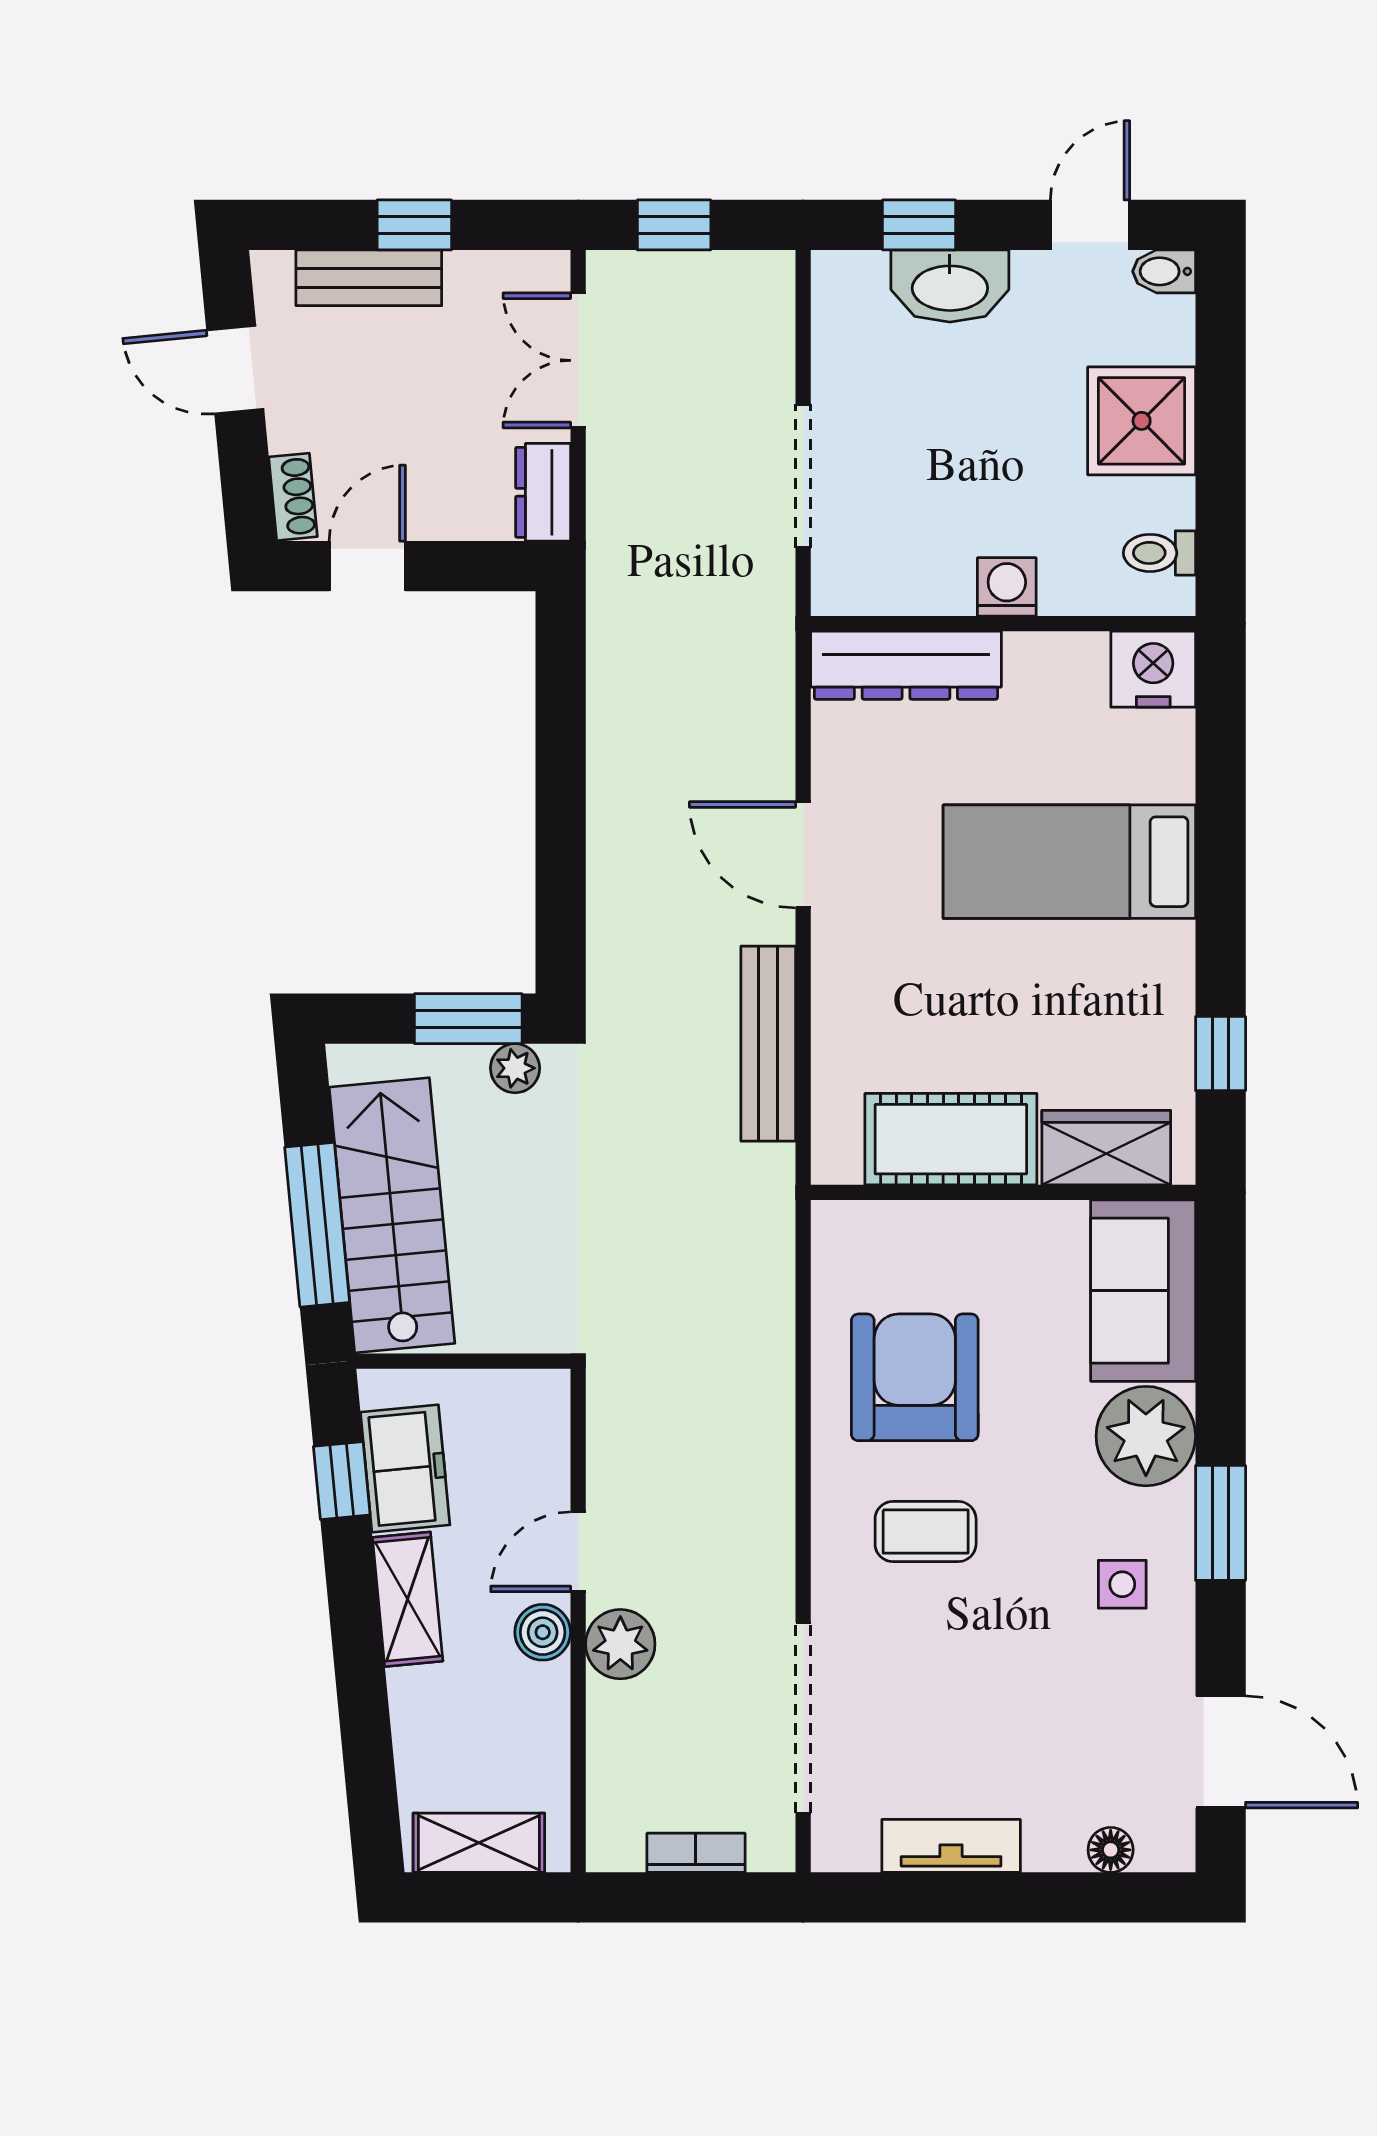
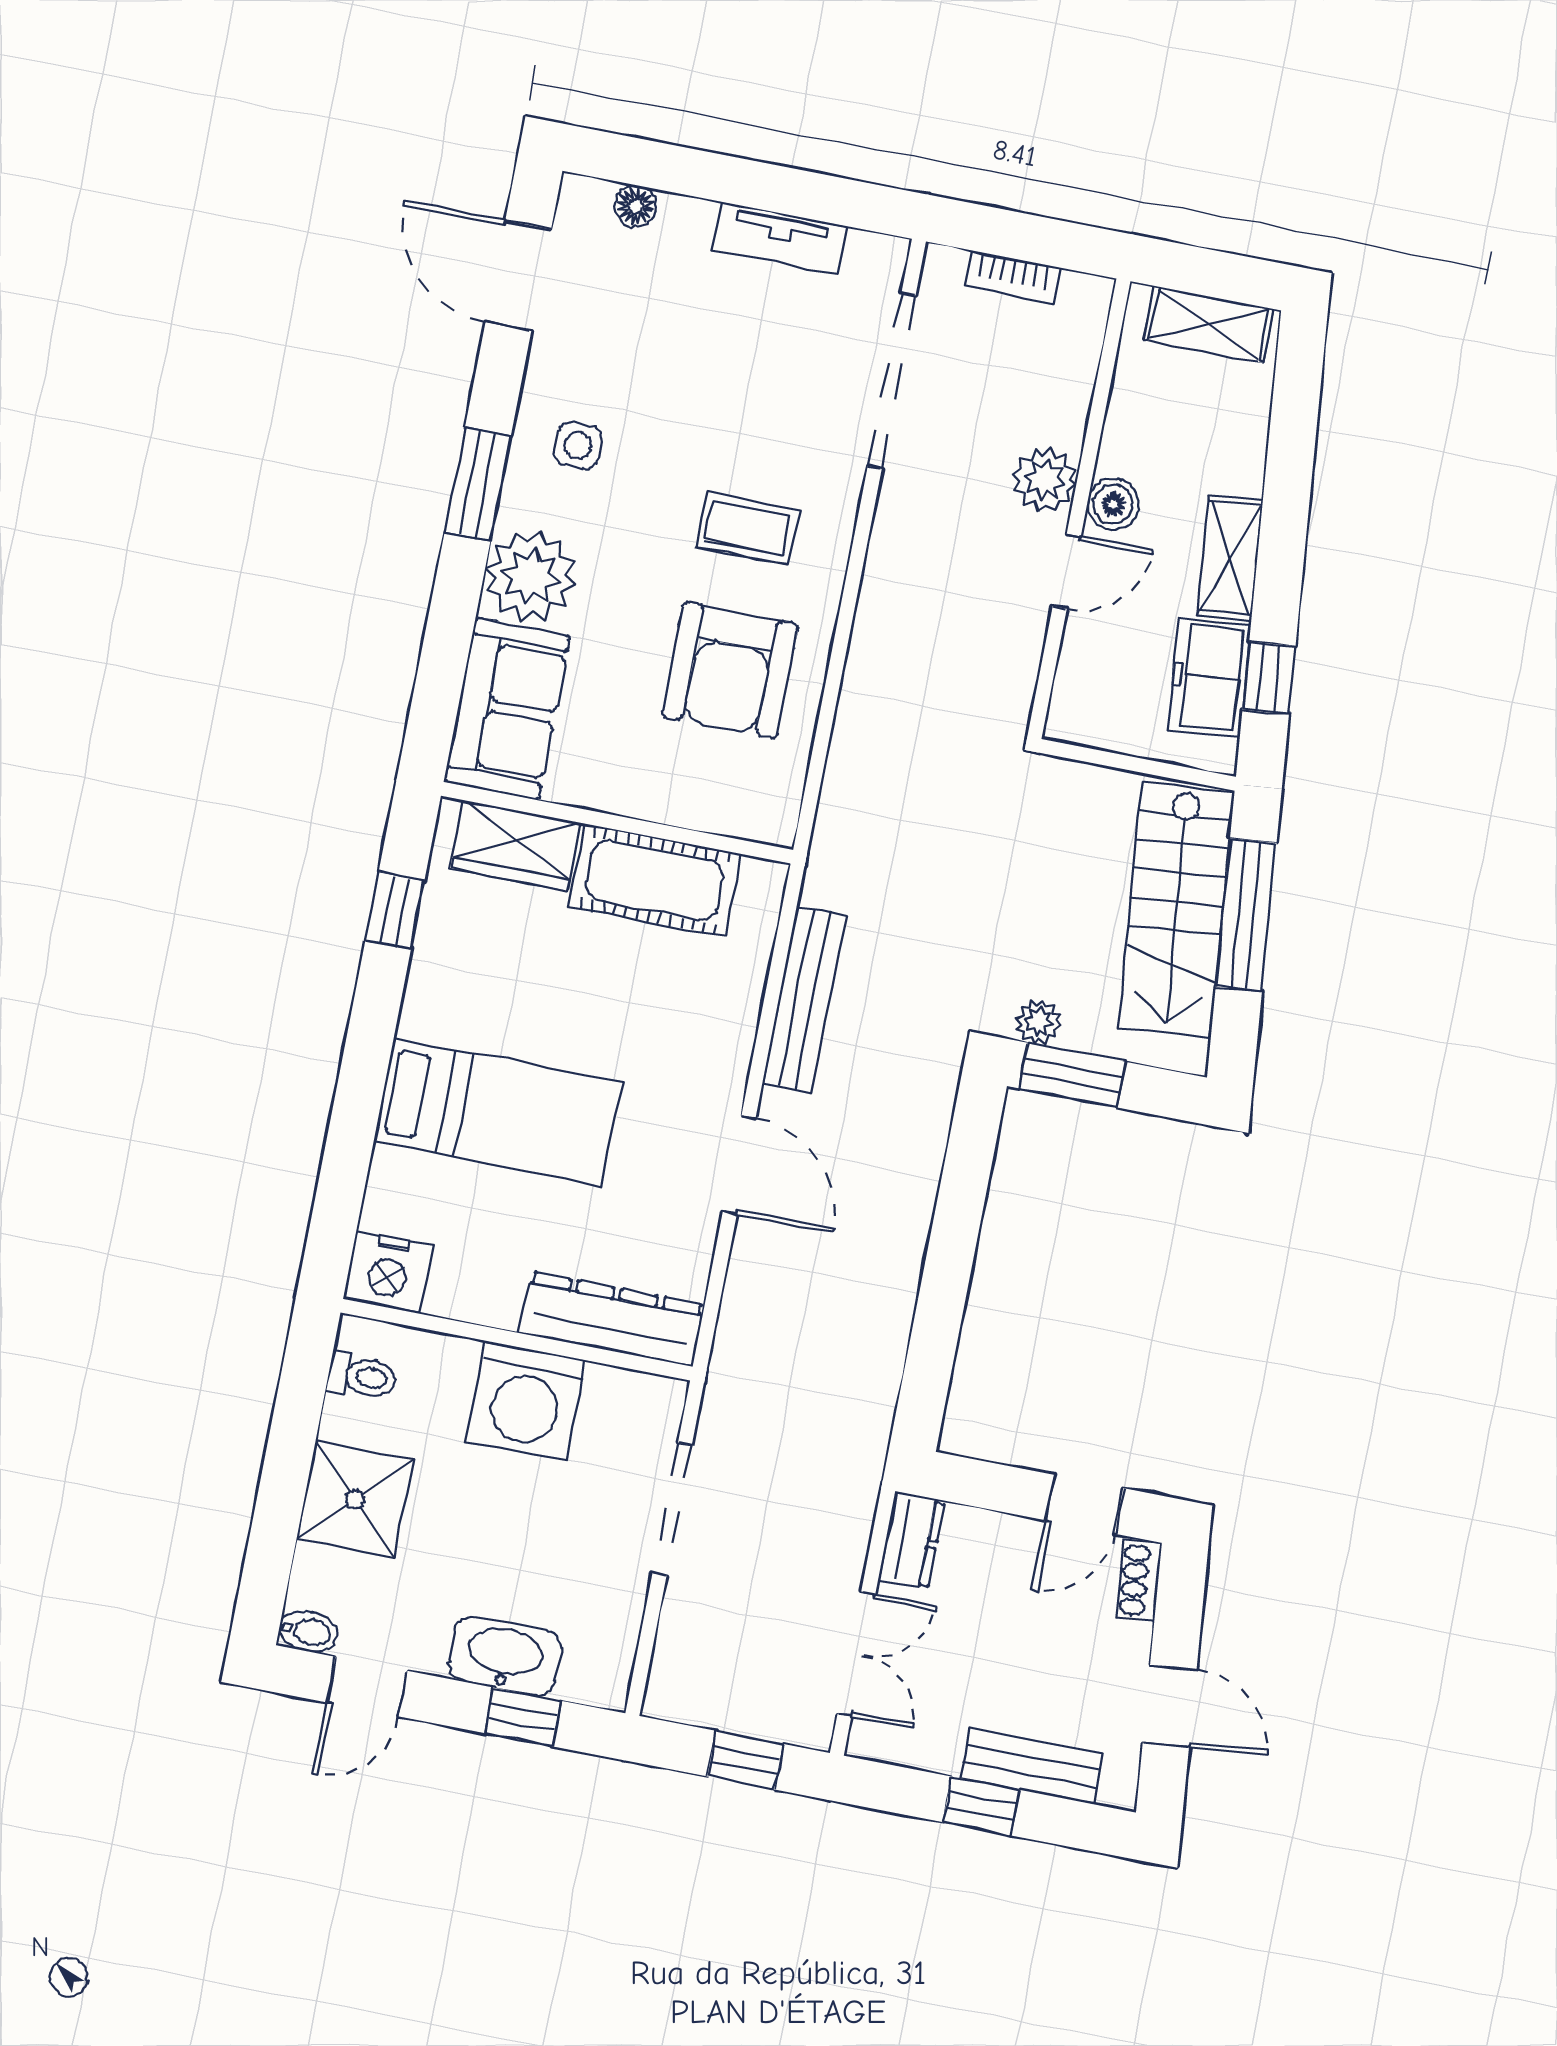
washing machine: (1007, 587) -> (526, 1401), width x1.89, depth x1.89

